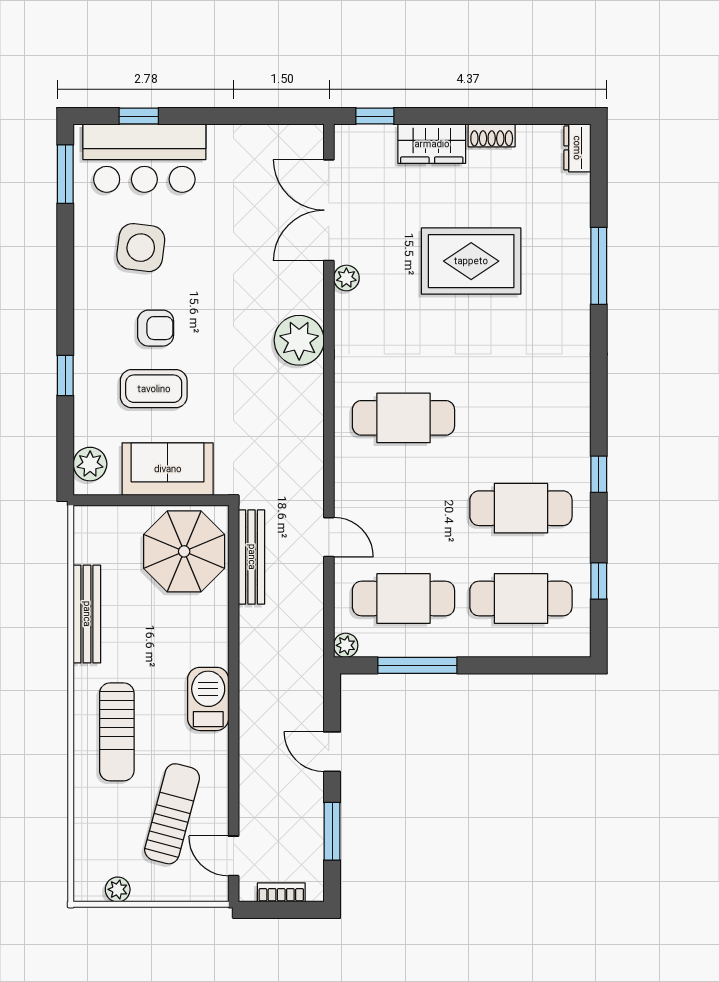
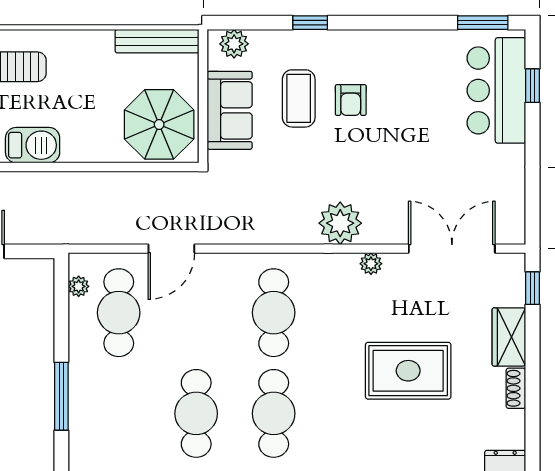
side table: (141, 248) -> (420, 87), removed
rug: (471, 261) -> (408, 371), turned 90
plant: (346, 278) -> (371, 264), moved
door: (329, 537) -> (171, 249), width x1.38
bench: (252, 557) -> (154, 182), removed
cafe table: (521, 599) -> (274, 413), moved
bench: (87, 614) -> (157, 41), moved
plant: (346, 645) -> (79, 286), moved
window: (417, 665) -> (61, 396), moved

